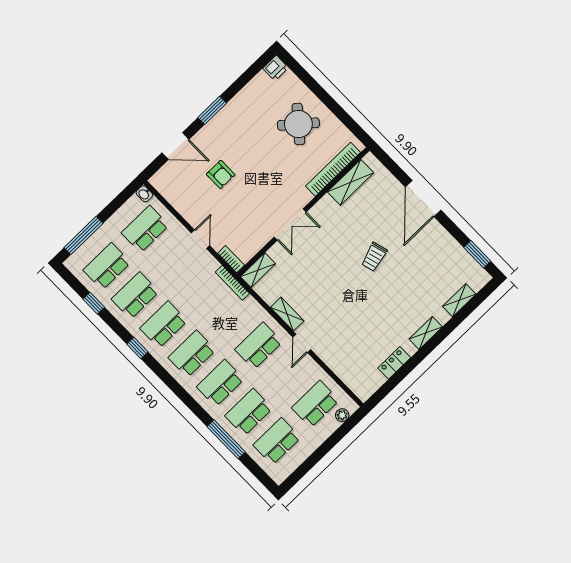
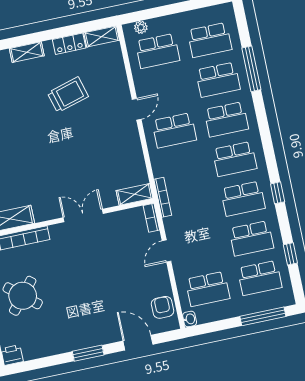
armchair: (221, 174) -> (163, 307), moved
trolley: (374, 257) -> (68, 95), moved, width x1.36, depth x1.39
shelving: (287, 314) -> (102, 36), moved, turned 90

